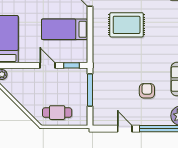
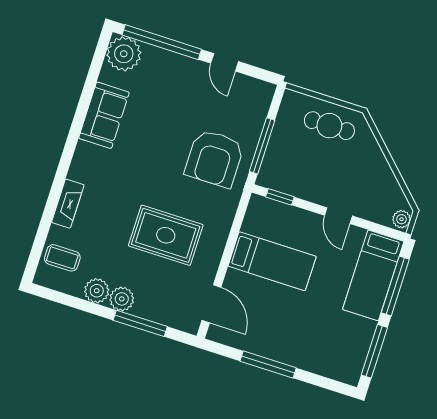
door: (47, 65) -> (338, 216), moved
armchair: (147, 91) -> (214, 158), moved, width x1.88, depth x1.88

